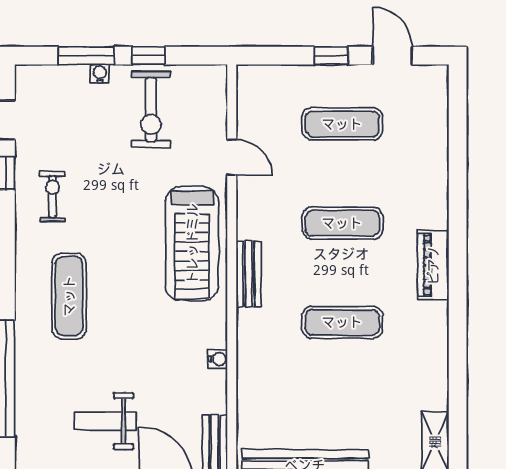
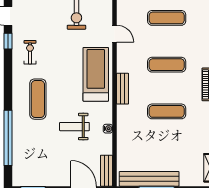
treadmill: (192, 244) -> (96, 74), turned 180
weight bench: (105, 421) -> (74, 127), moved

